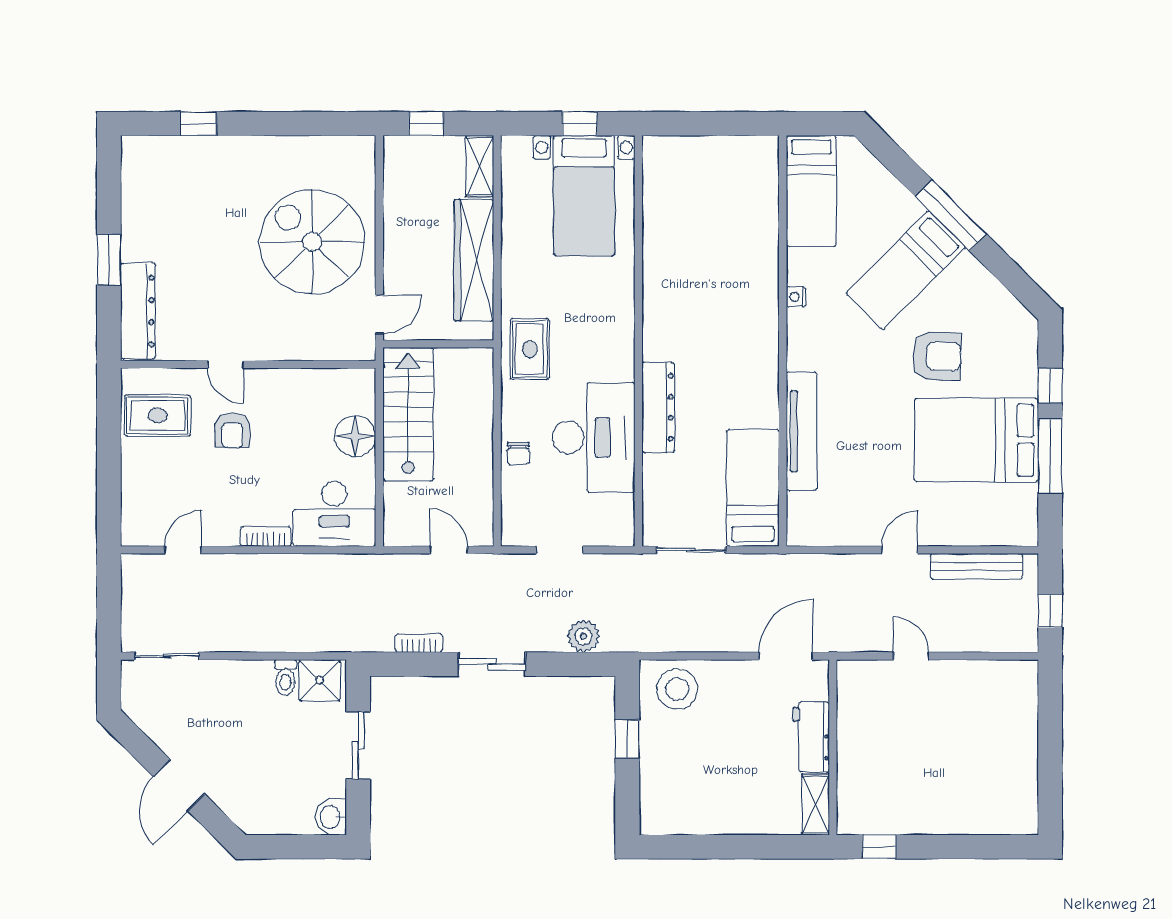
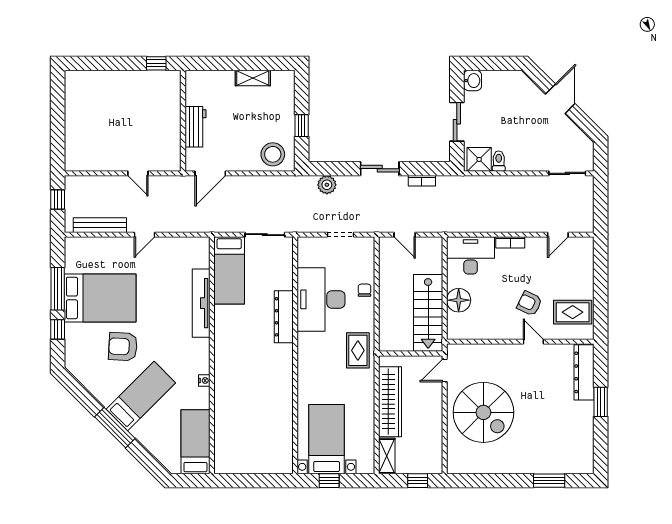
window: (198, 124) -> (549, 481), width x1.50
armchair: (232, 430) -> (529, 303), turned -64
shelving: (816, 805) -> (253, 78), moved, turned 90

